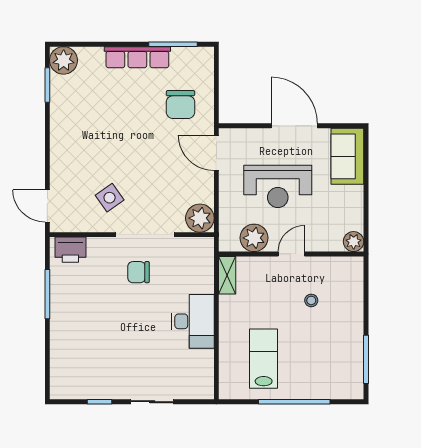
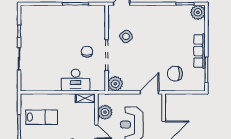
printer: (70, 250) -> (99, 16), removed
desk: (193, 321) -> (76, 80), moved

